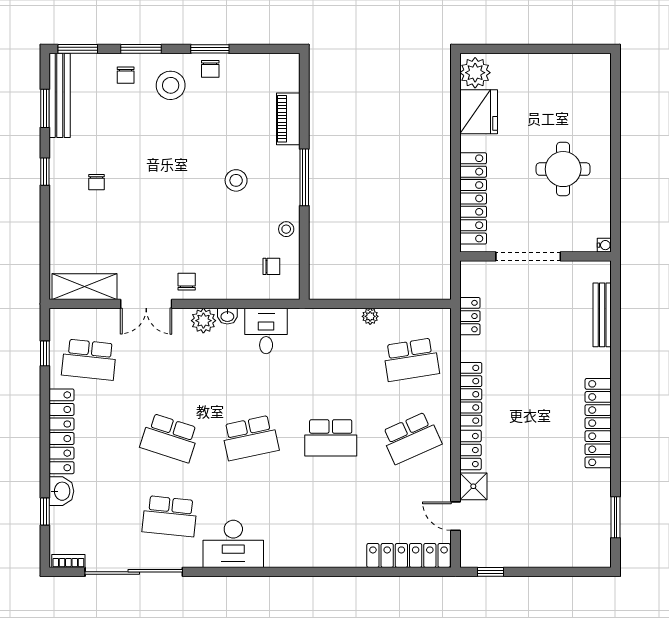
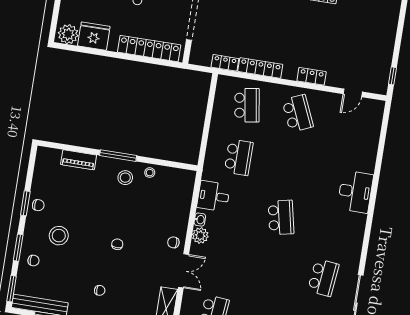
stool: (171, 85) -> (59, 236), moved
stool: (236, 180) -> (125, 178), moved
chair: (271, 266) -> (117, 244), moved
plant: (370, 316) -> (215, 127), removed
locker: (471, 394) -> (260, 68), moved
school desk: (170, 438) -> (273, 270), removed
school desk: (331, 438) -> (239, 157), moved
shower: (473, 486) -> (335, 78), removed
desk: (233, 544) -> (355, 192), moved
locker: (409, 555) -> (373, 127), removed

